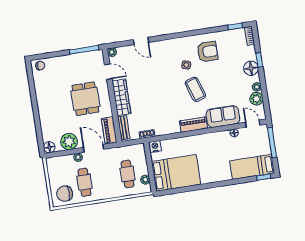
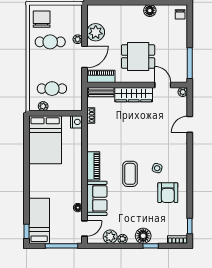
door: (108, 72) -> (163, 85), swing flipped
coffee table: (195, 89) -> (130, 174), turned -72
floor lamp: (49, 147) -> (150, 11), moved

